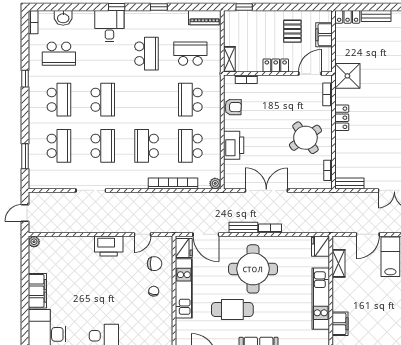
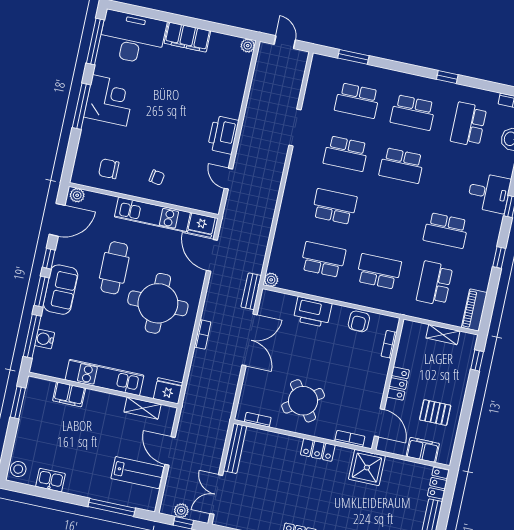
school desk: (190, 54) -> (435, 283), turned 180
shelving: (229, 59) -> (443, 335), moved
bookcase: (173, 183) -> (282, 229), removed
bench: (349, 184) -> (235, 448), width x1.36
bench: (243, 228) -> (251, 291), moved
door: (206, 234) -> (212, 255), hinge flipped
chair: (155, 264) -> (109, 169), moved, turned 90

